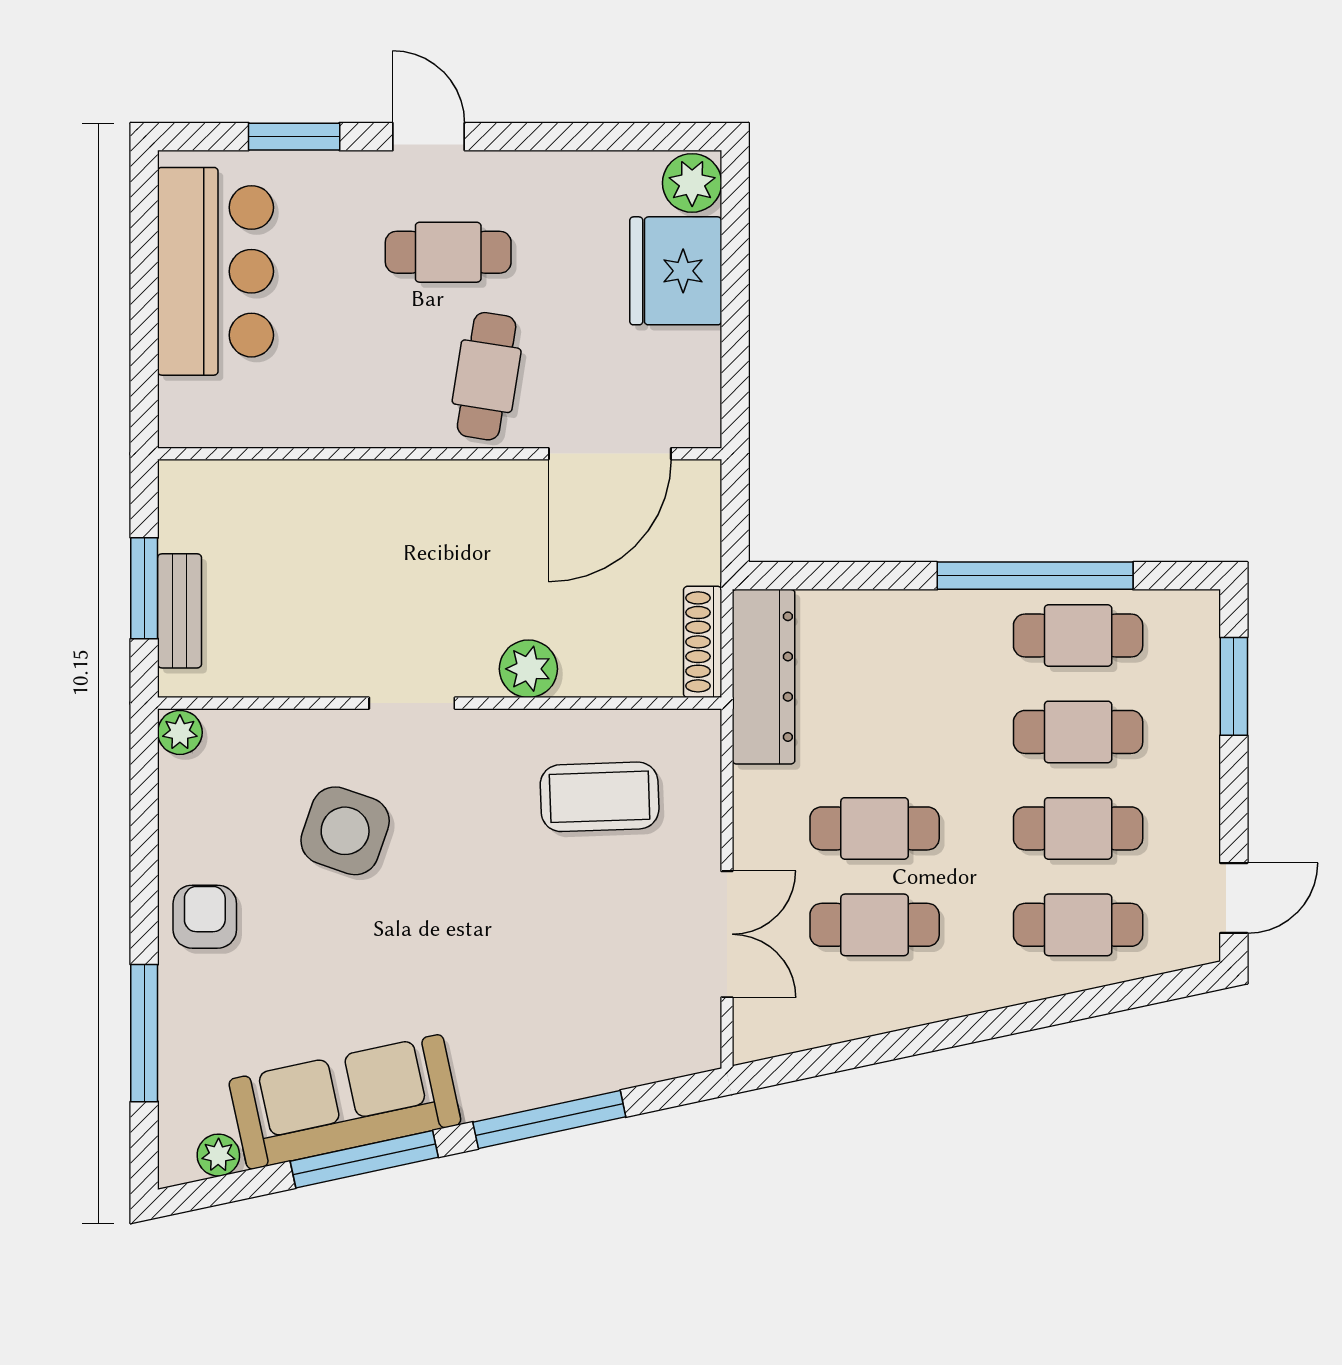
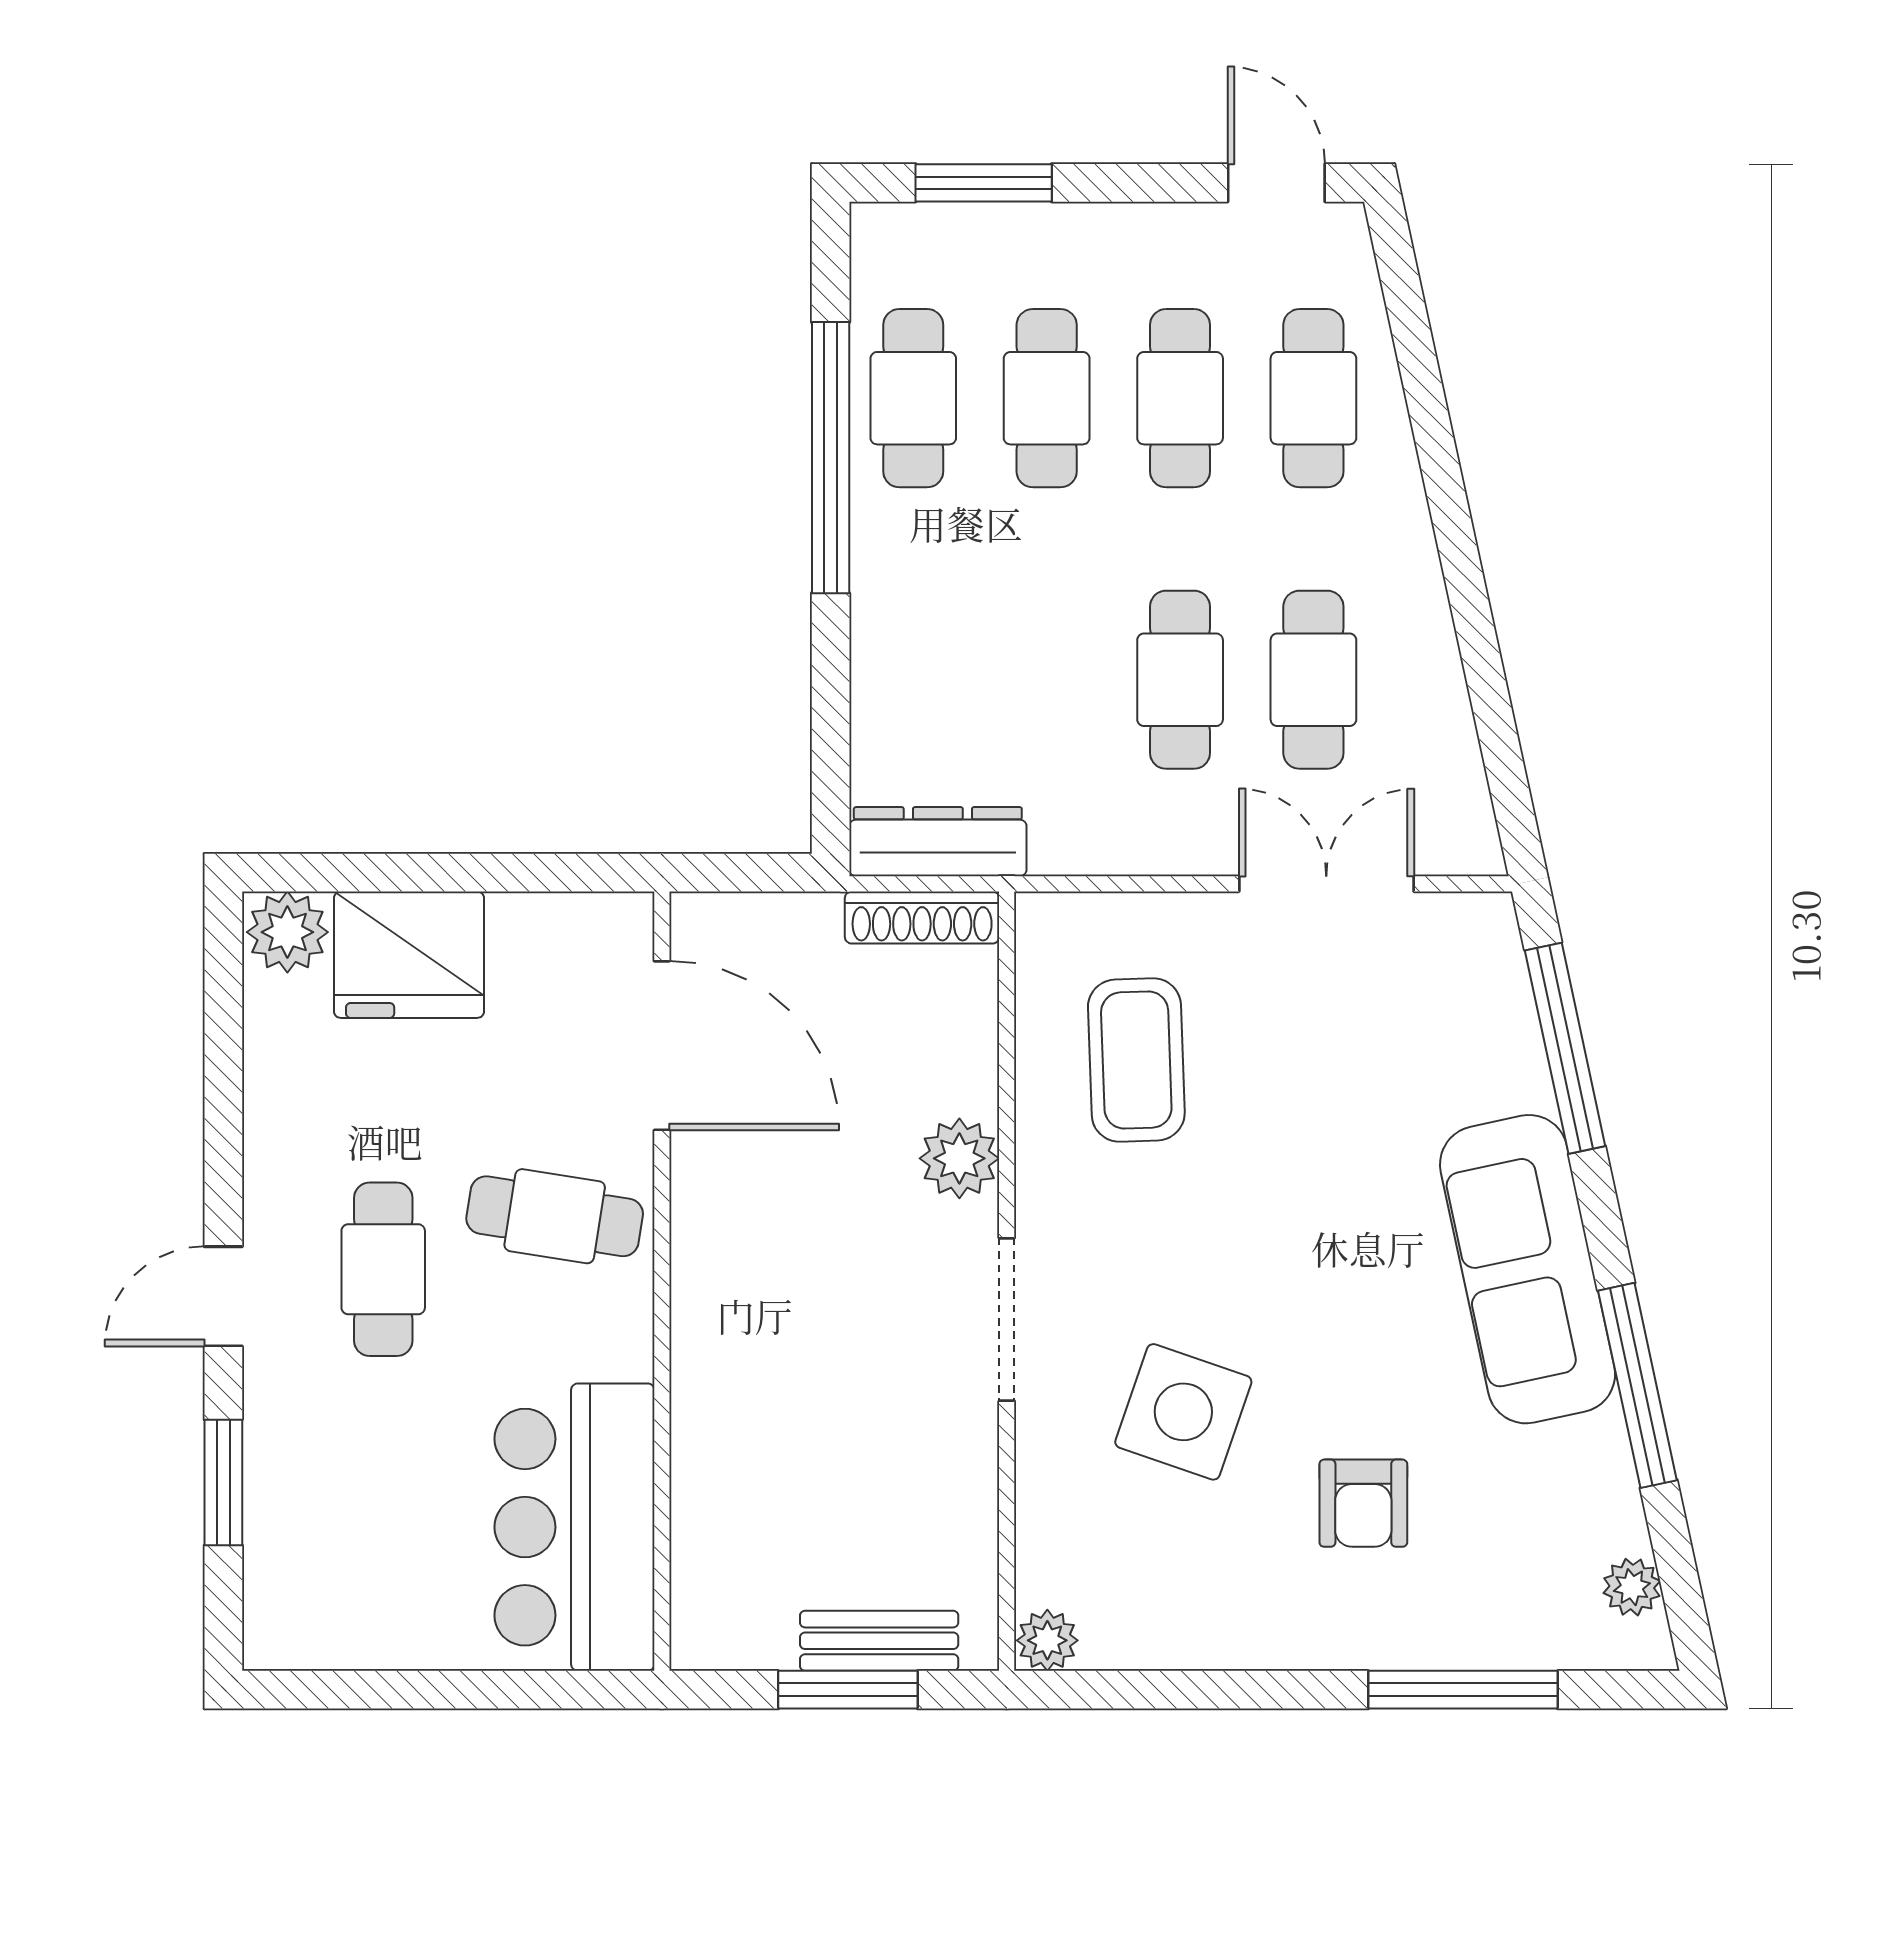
bar counter: (216, 271) -> (574, 1527), moved, turned -90
dresser: (764, 677) -> (938, 842), width x0.73, depth x0.80
doorway: (412, 703) -> (1007, 1319), width x1.38
armchair: (205, 917) -> (1363, 1503), moved, turned -90
sofa: (345, 1102) -> (1528, 1269), moved
window: (549, 1119) -> (1565, 1048), moved

